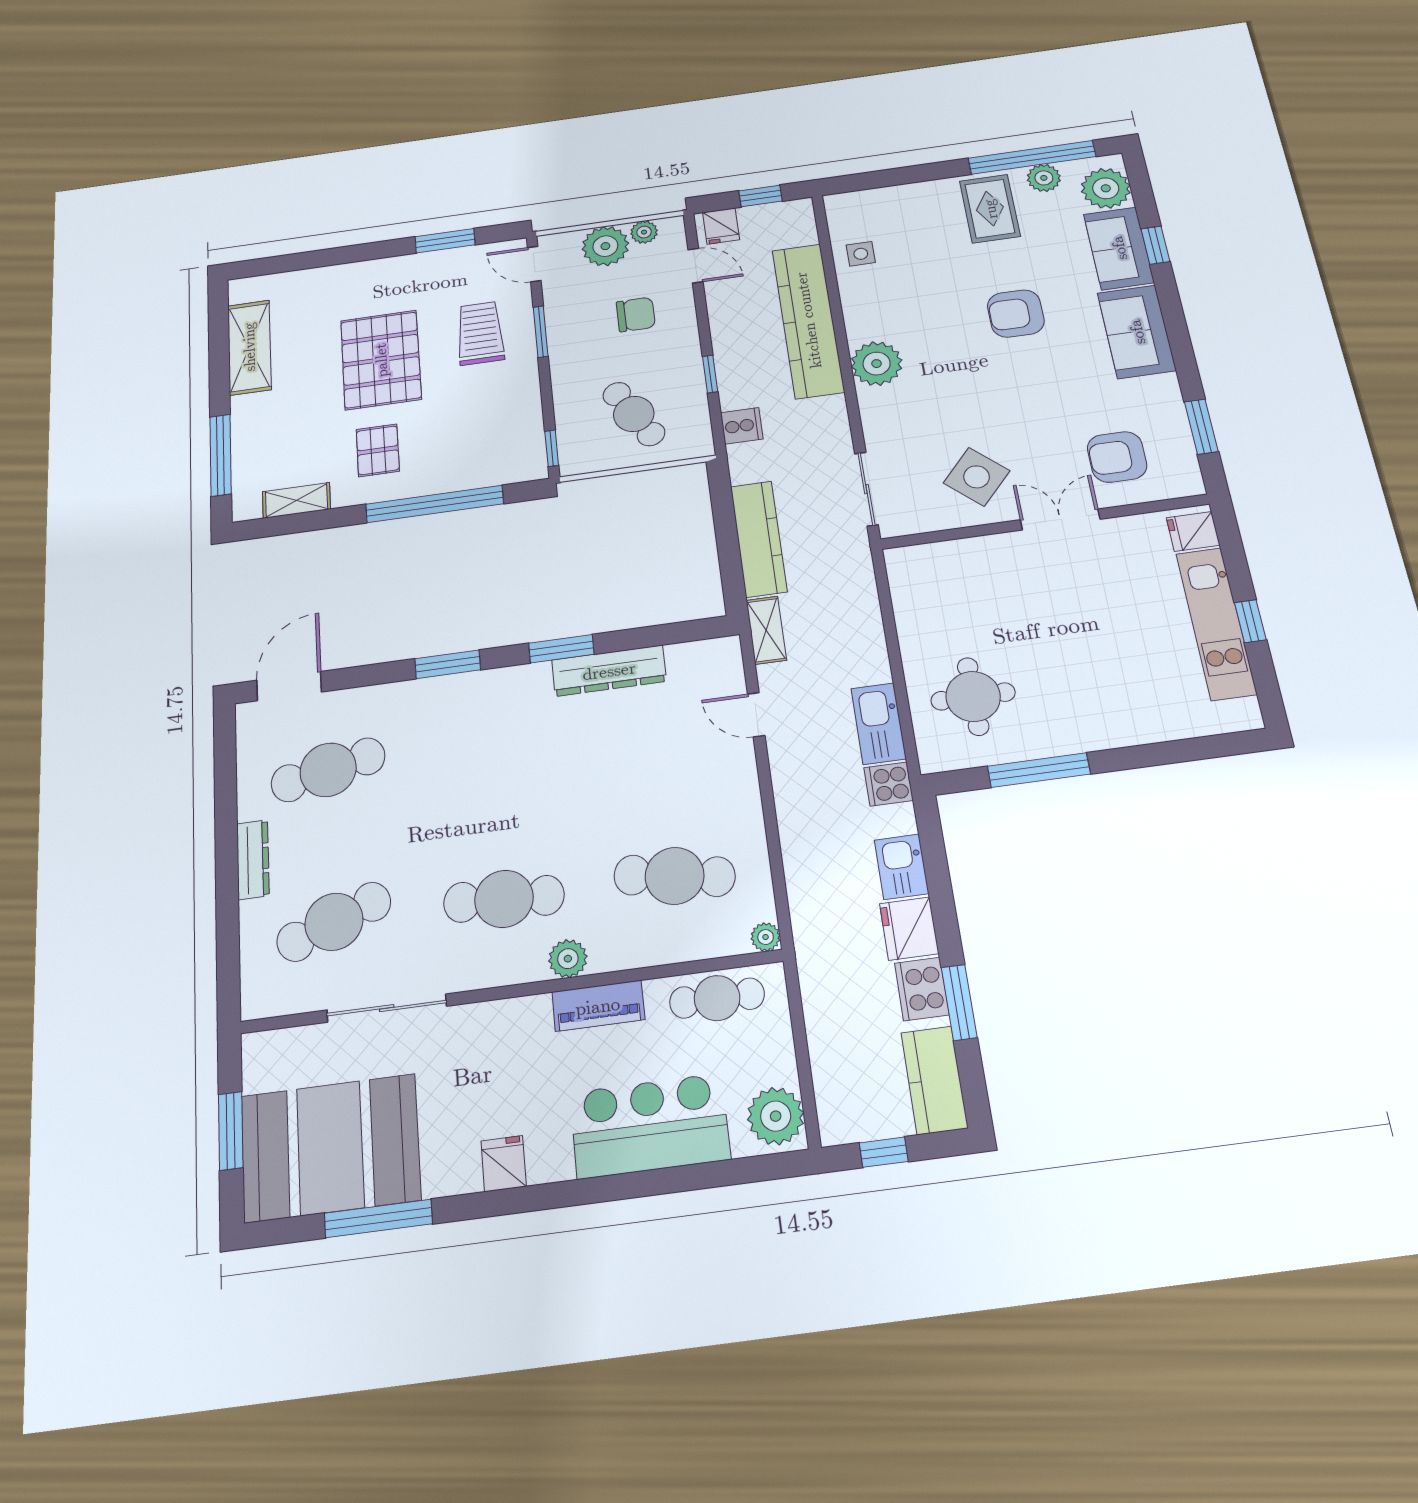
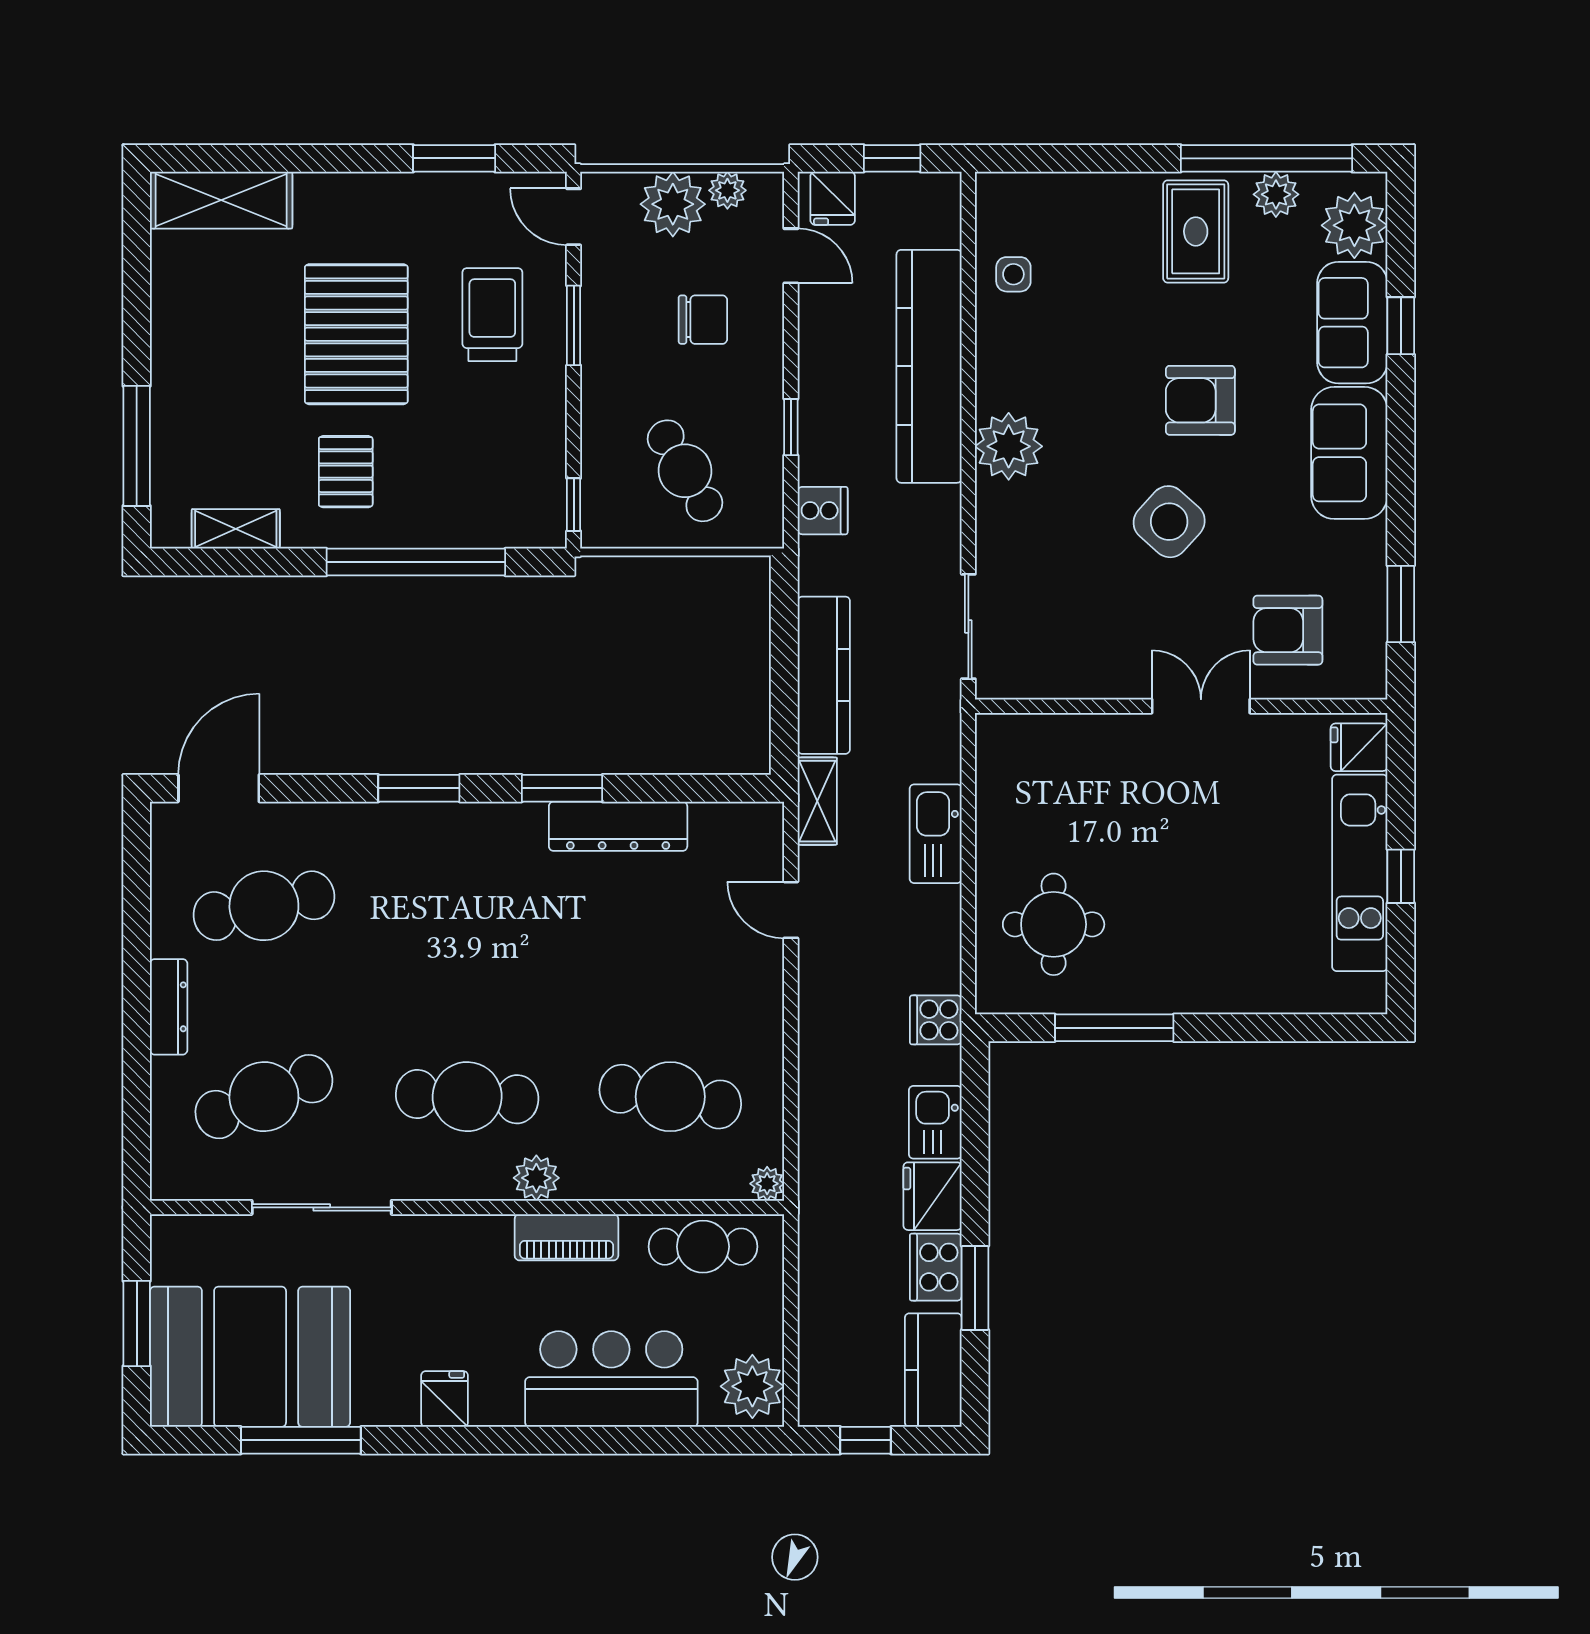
shelving: (249, 347) -> (221, 200), moved, turned 90
side table: (977, 477) -> (1169, 522), moved
kitchen sink: (879, 724) -> (936, 834), moved

